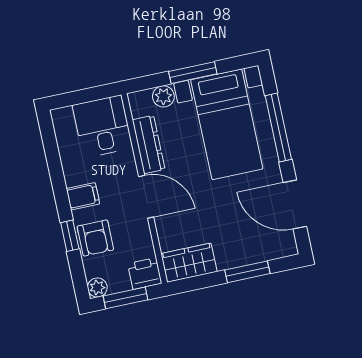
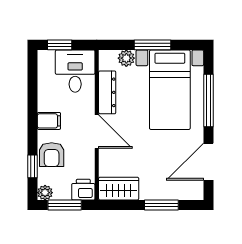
window: (76, 98) -> (60, 45), added
door: (295, 204) -> (208, 162), hinge flipped
window: (70, 236) -> (33, 166), moved

